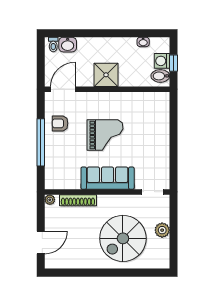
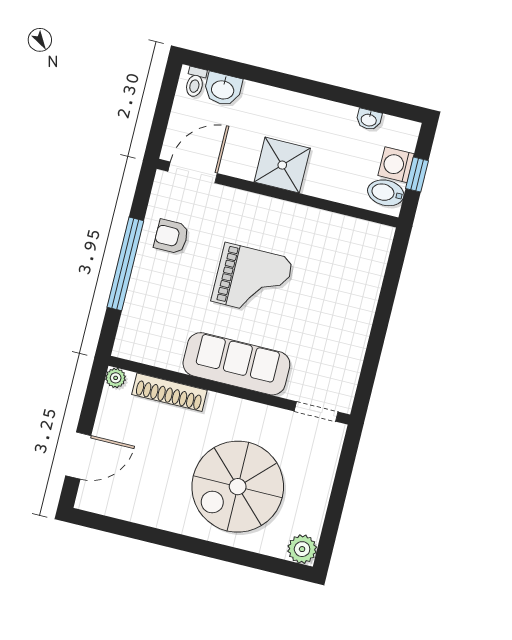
plant: (162, 230) -> (302, 549), moved

